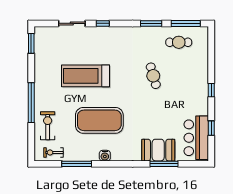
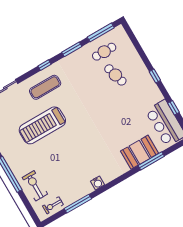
window: (103, 23) -> (44, 65), moved
cafe table: (153, 76) -> (115, 75), moved
exercise mat: (99, 120) -> (45, 87), moved, width x0.50, depth x0.69

